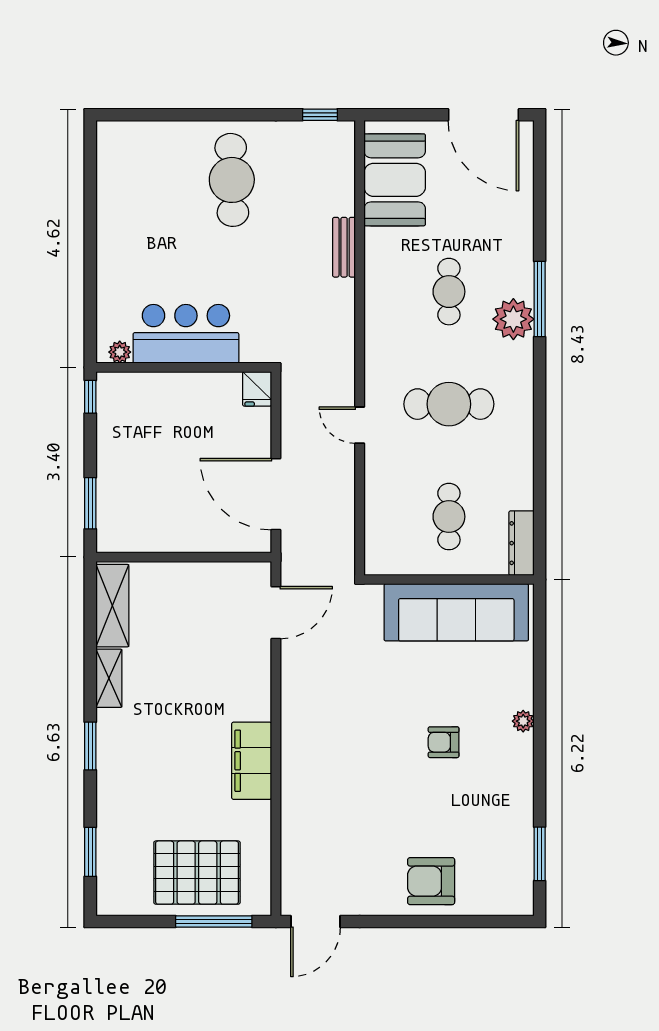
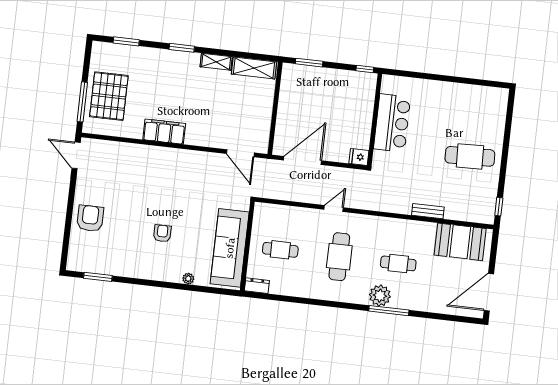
plant: (120, 352) -> (386, 87), removed
dresser: (521, 543) -> (257, 286), width x0.70
plant: (523, 721) -> (188, 279), moved

